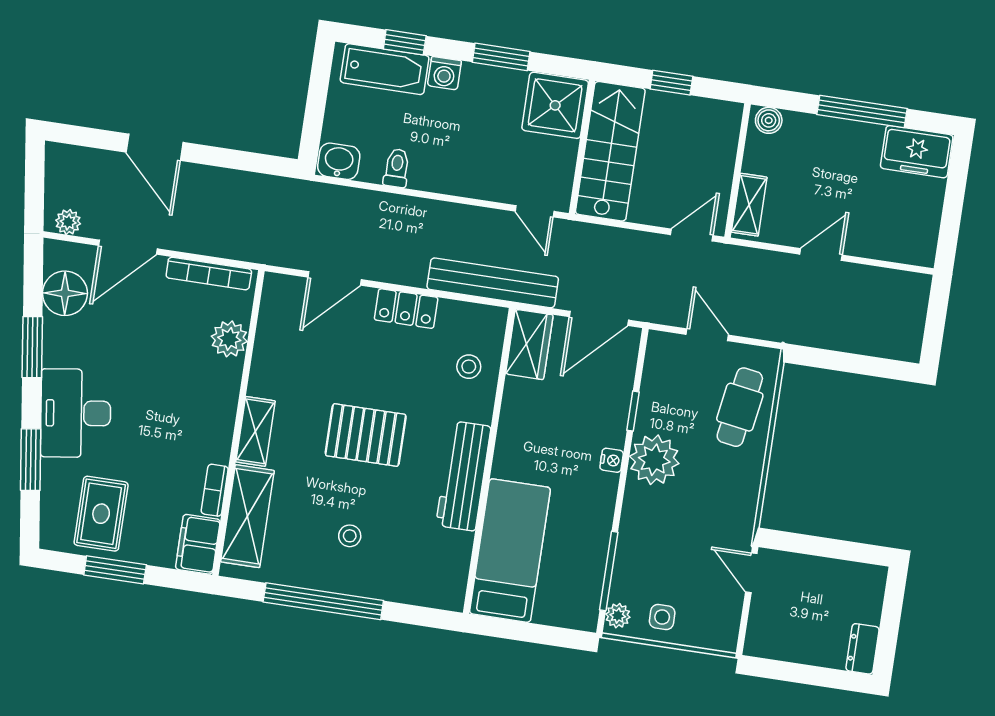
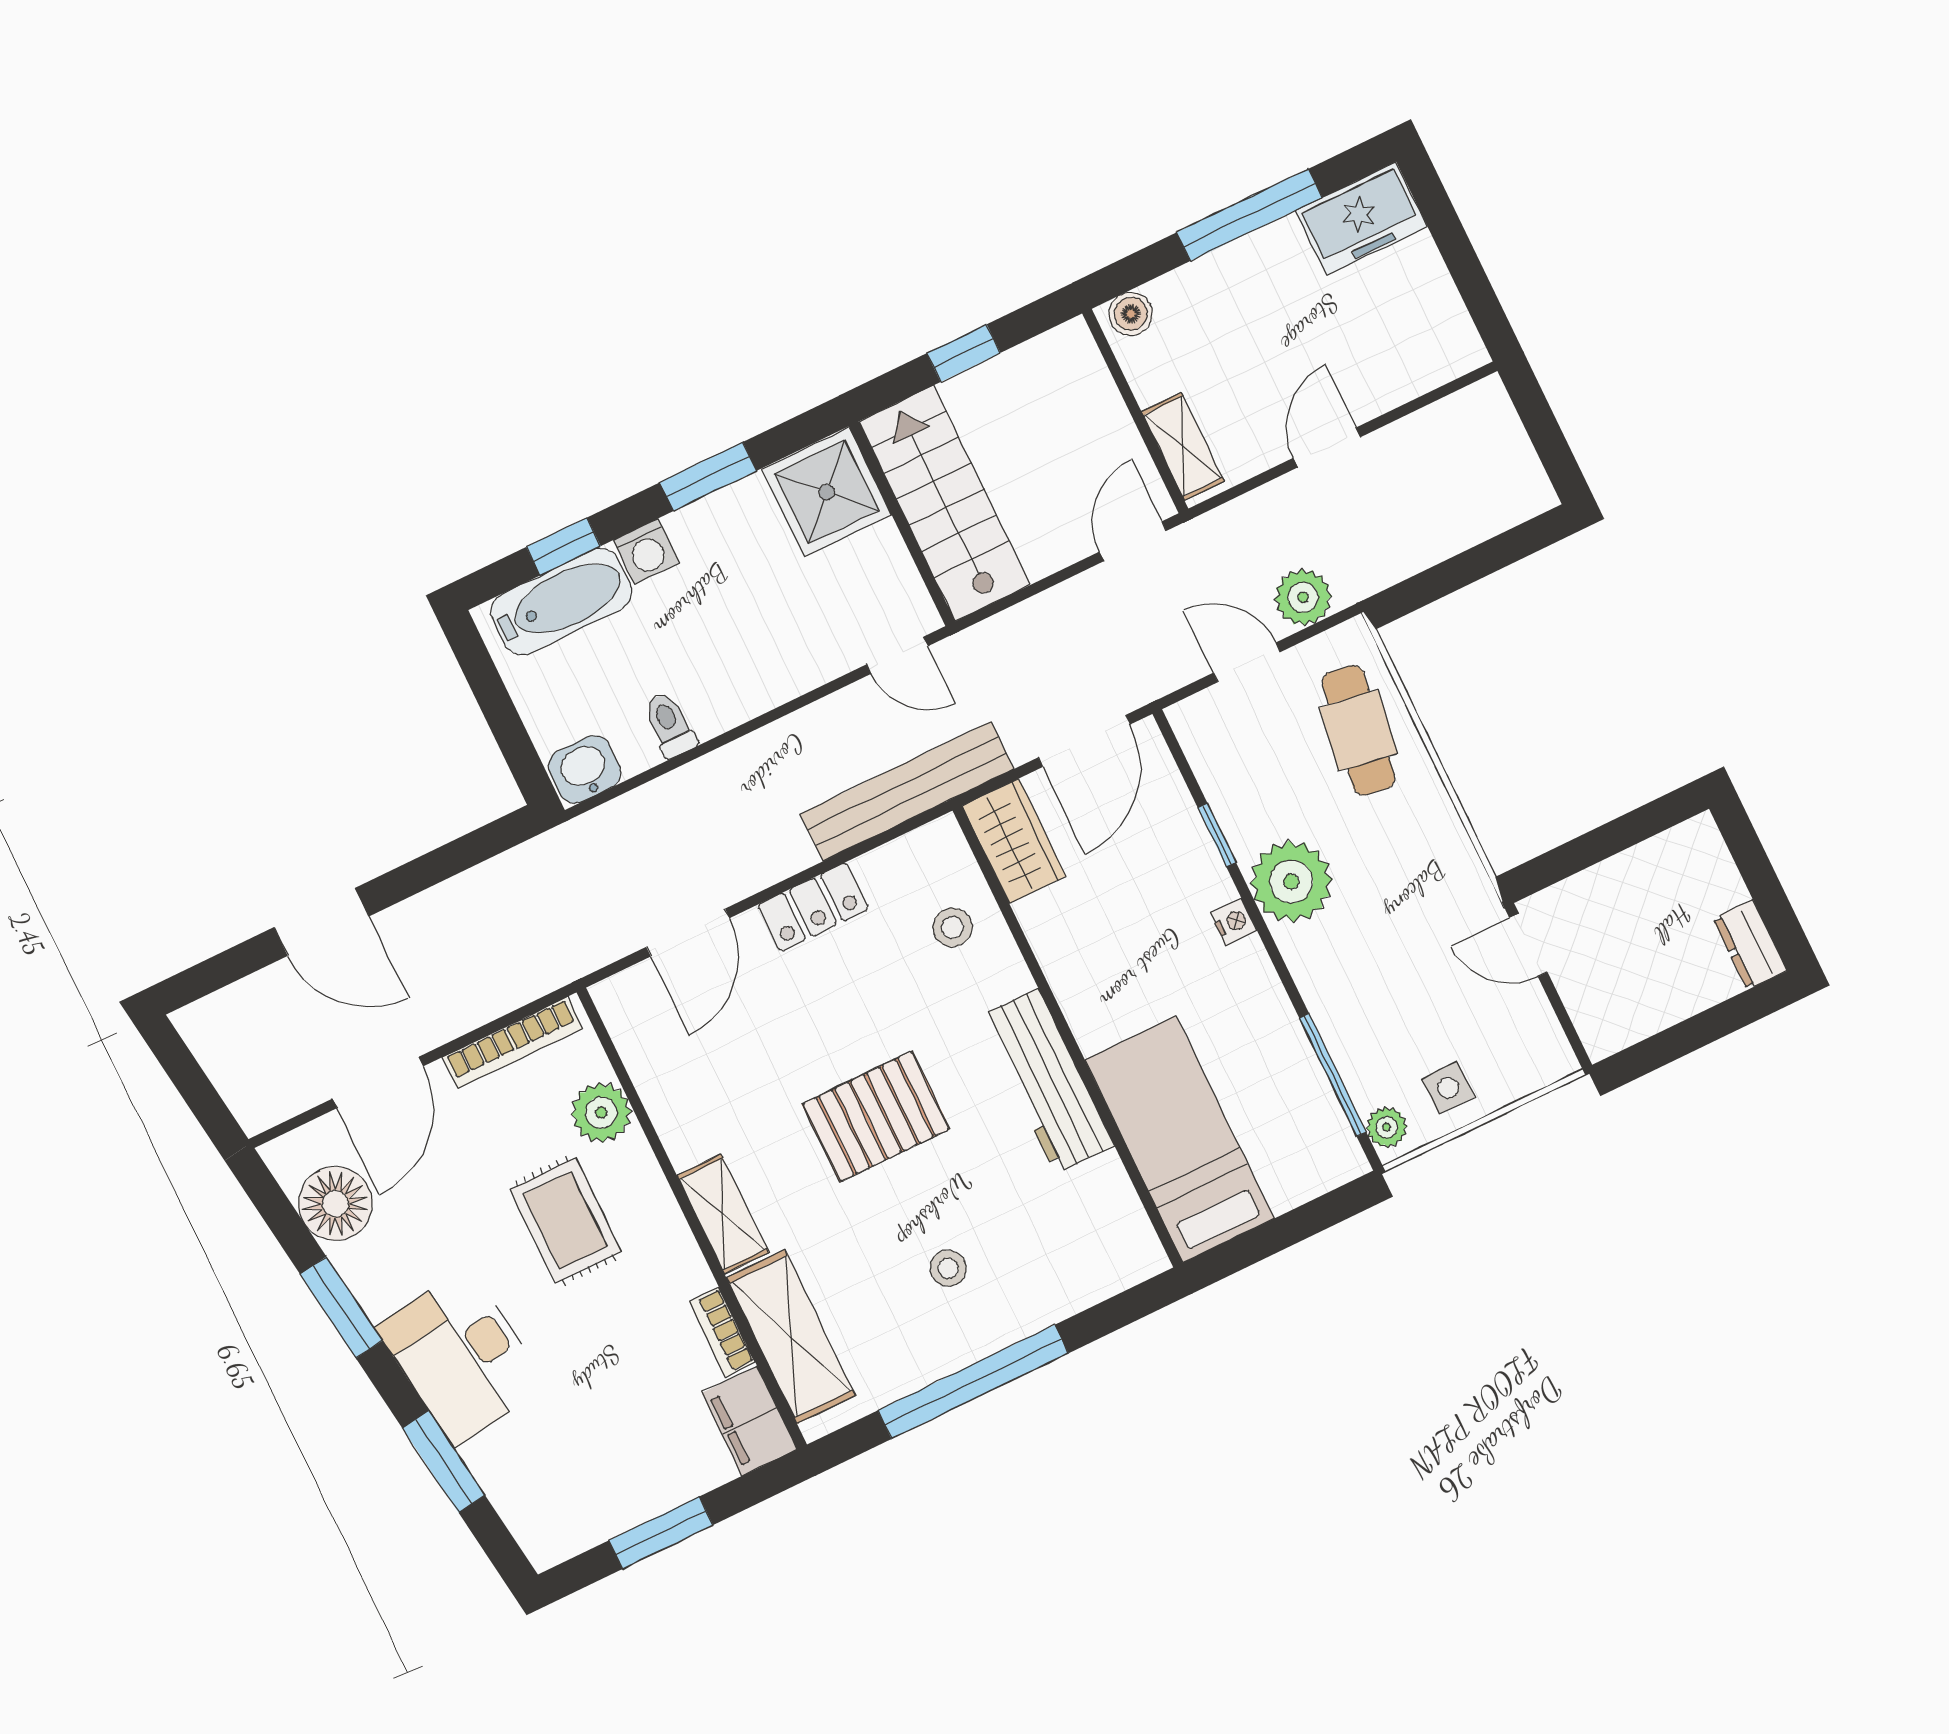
plant: (68, 222) -> (1303, 597), moved, width x1.38, depth x1.38
rug: (101, 514) -> (565, 1220), moved

